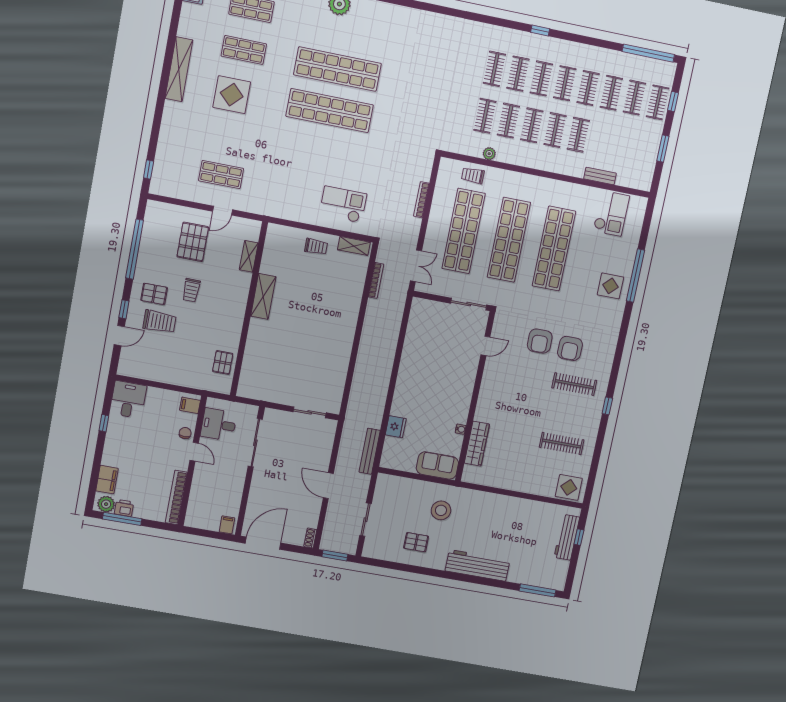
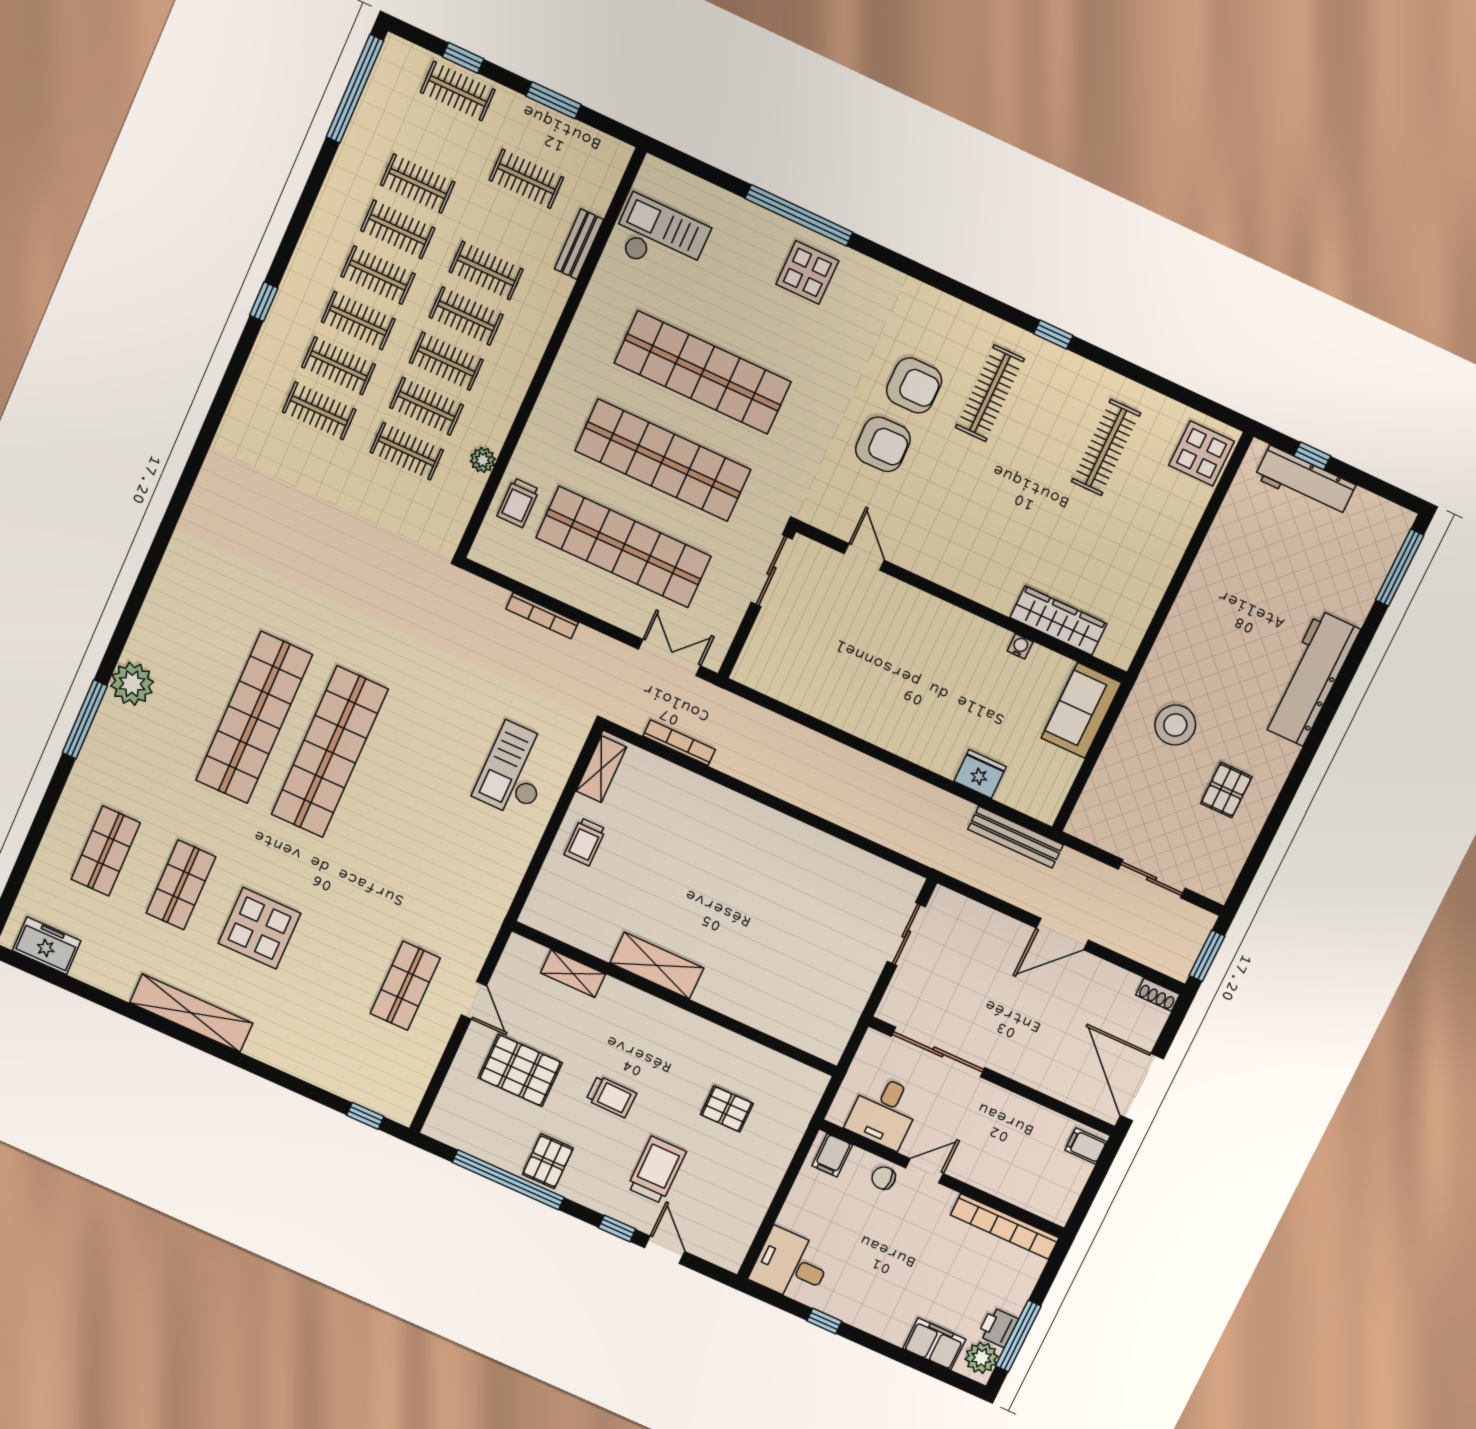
clothes rail: (634, 98) -> (526, 179), moved
trolley: (316, 247) -> (585, 842), turned 180
pallet: (154, 294) -> (548, 1161), moved
pallet: (223, 363) -> (727, 1109), moved

